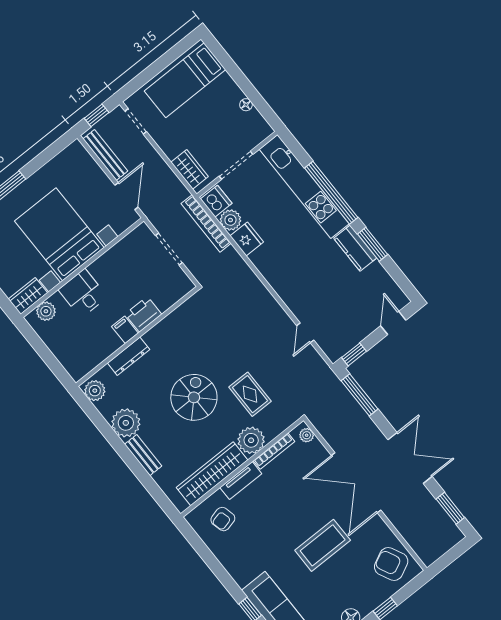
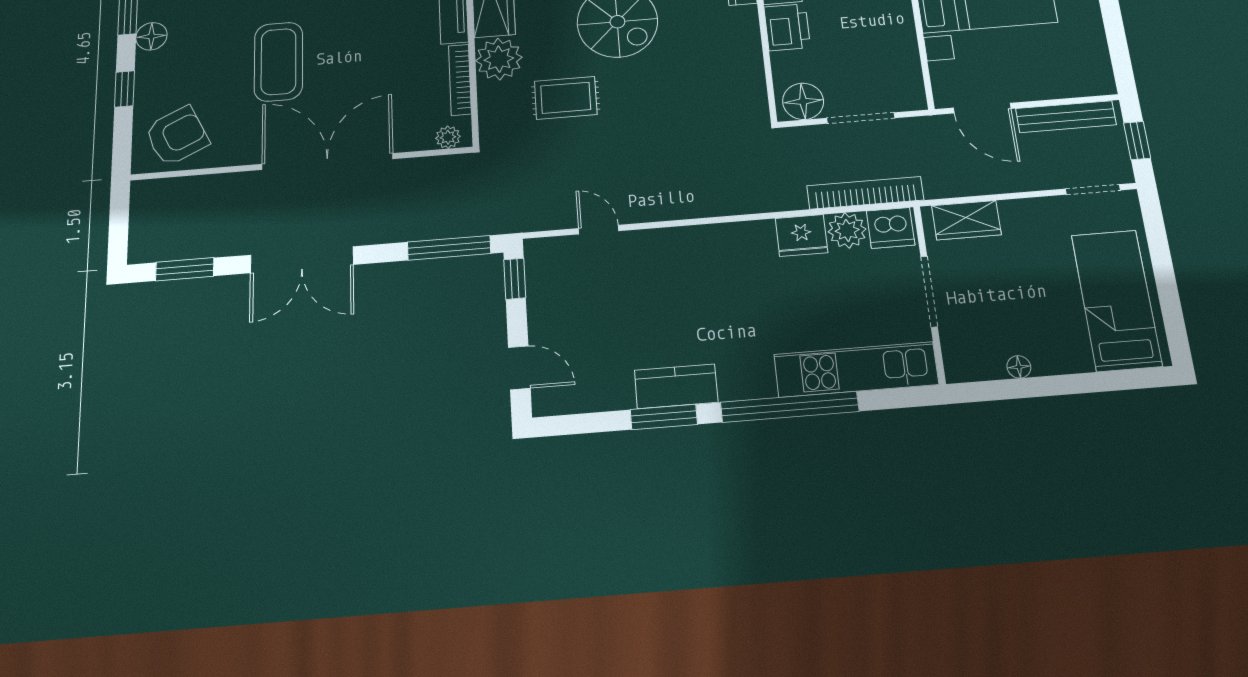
kitchen unit: (304, 187) -> (856, 369), width x0.73
floor lamp: (178, 281) -> (803, 101), added

